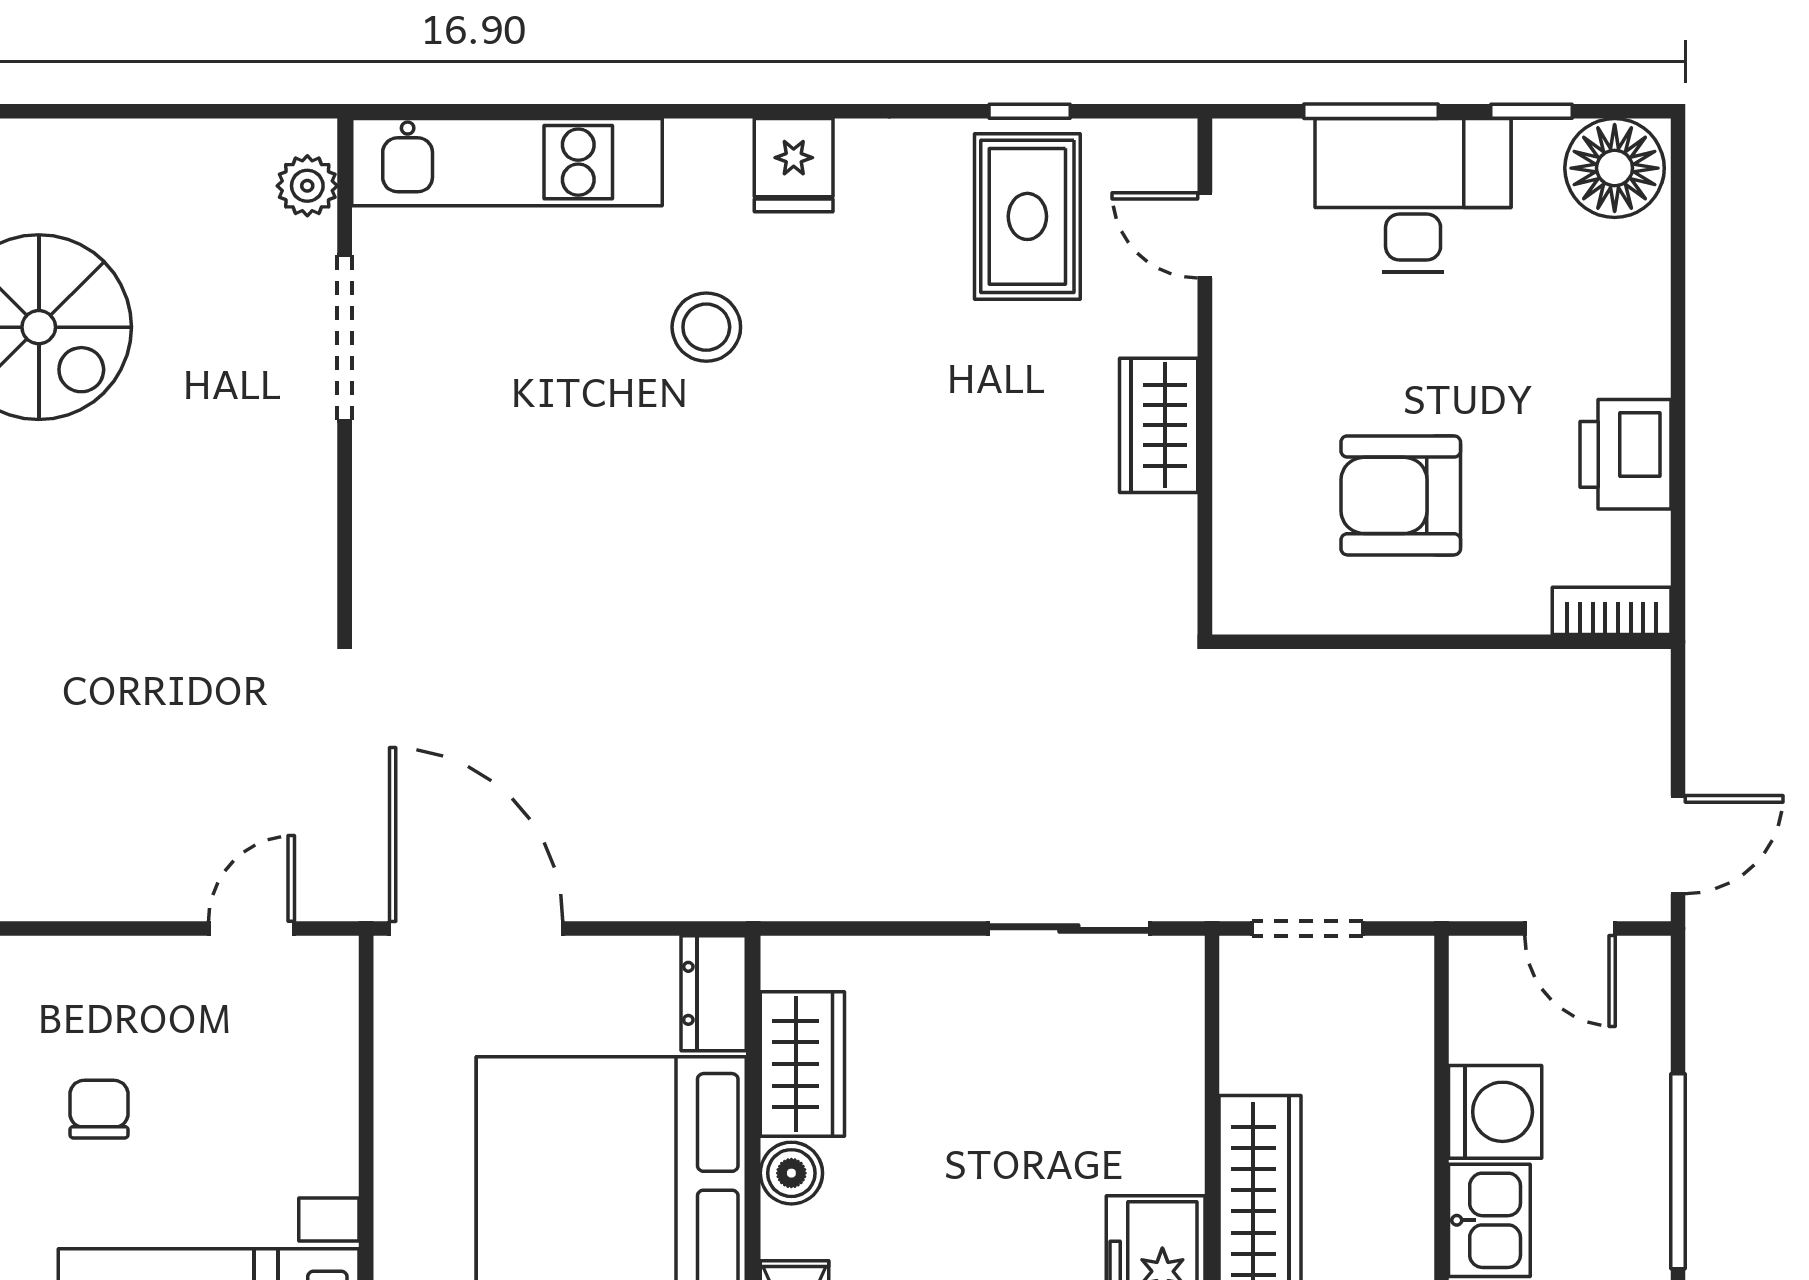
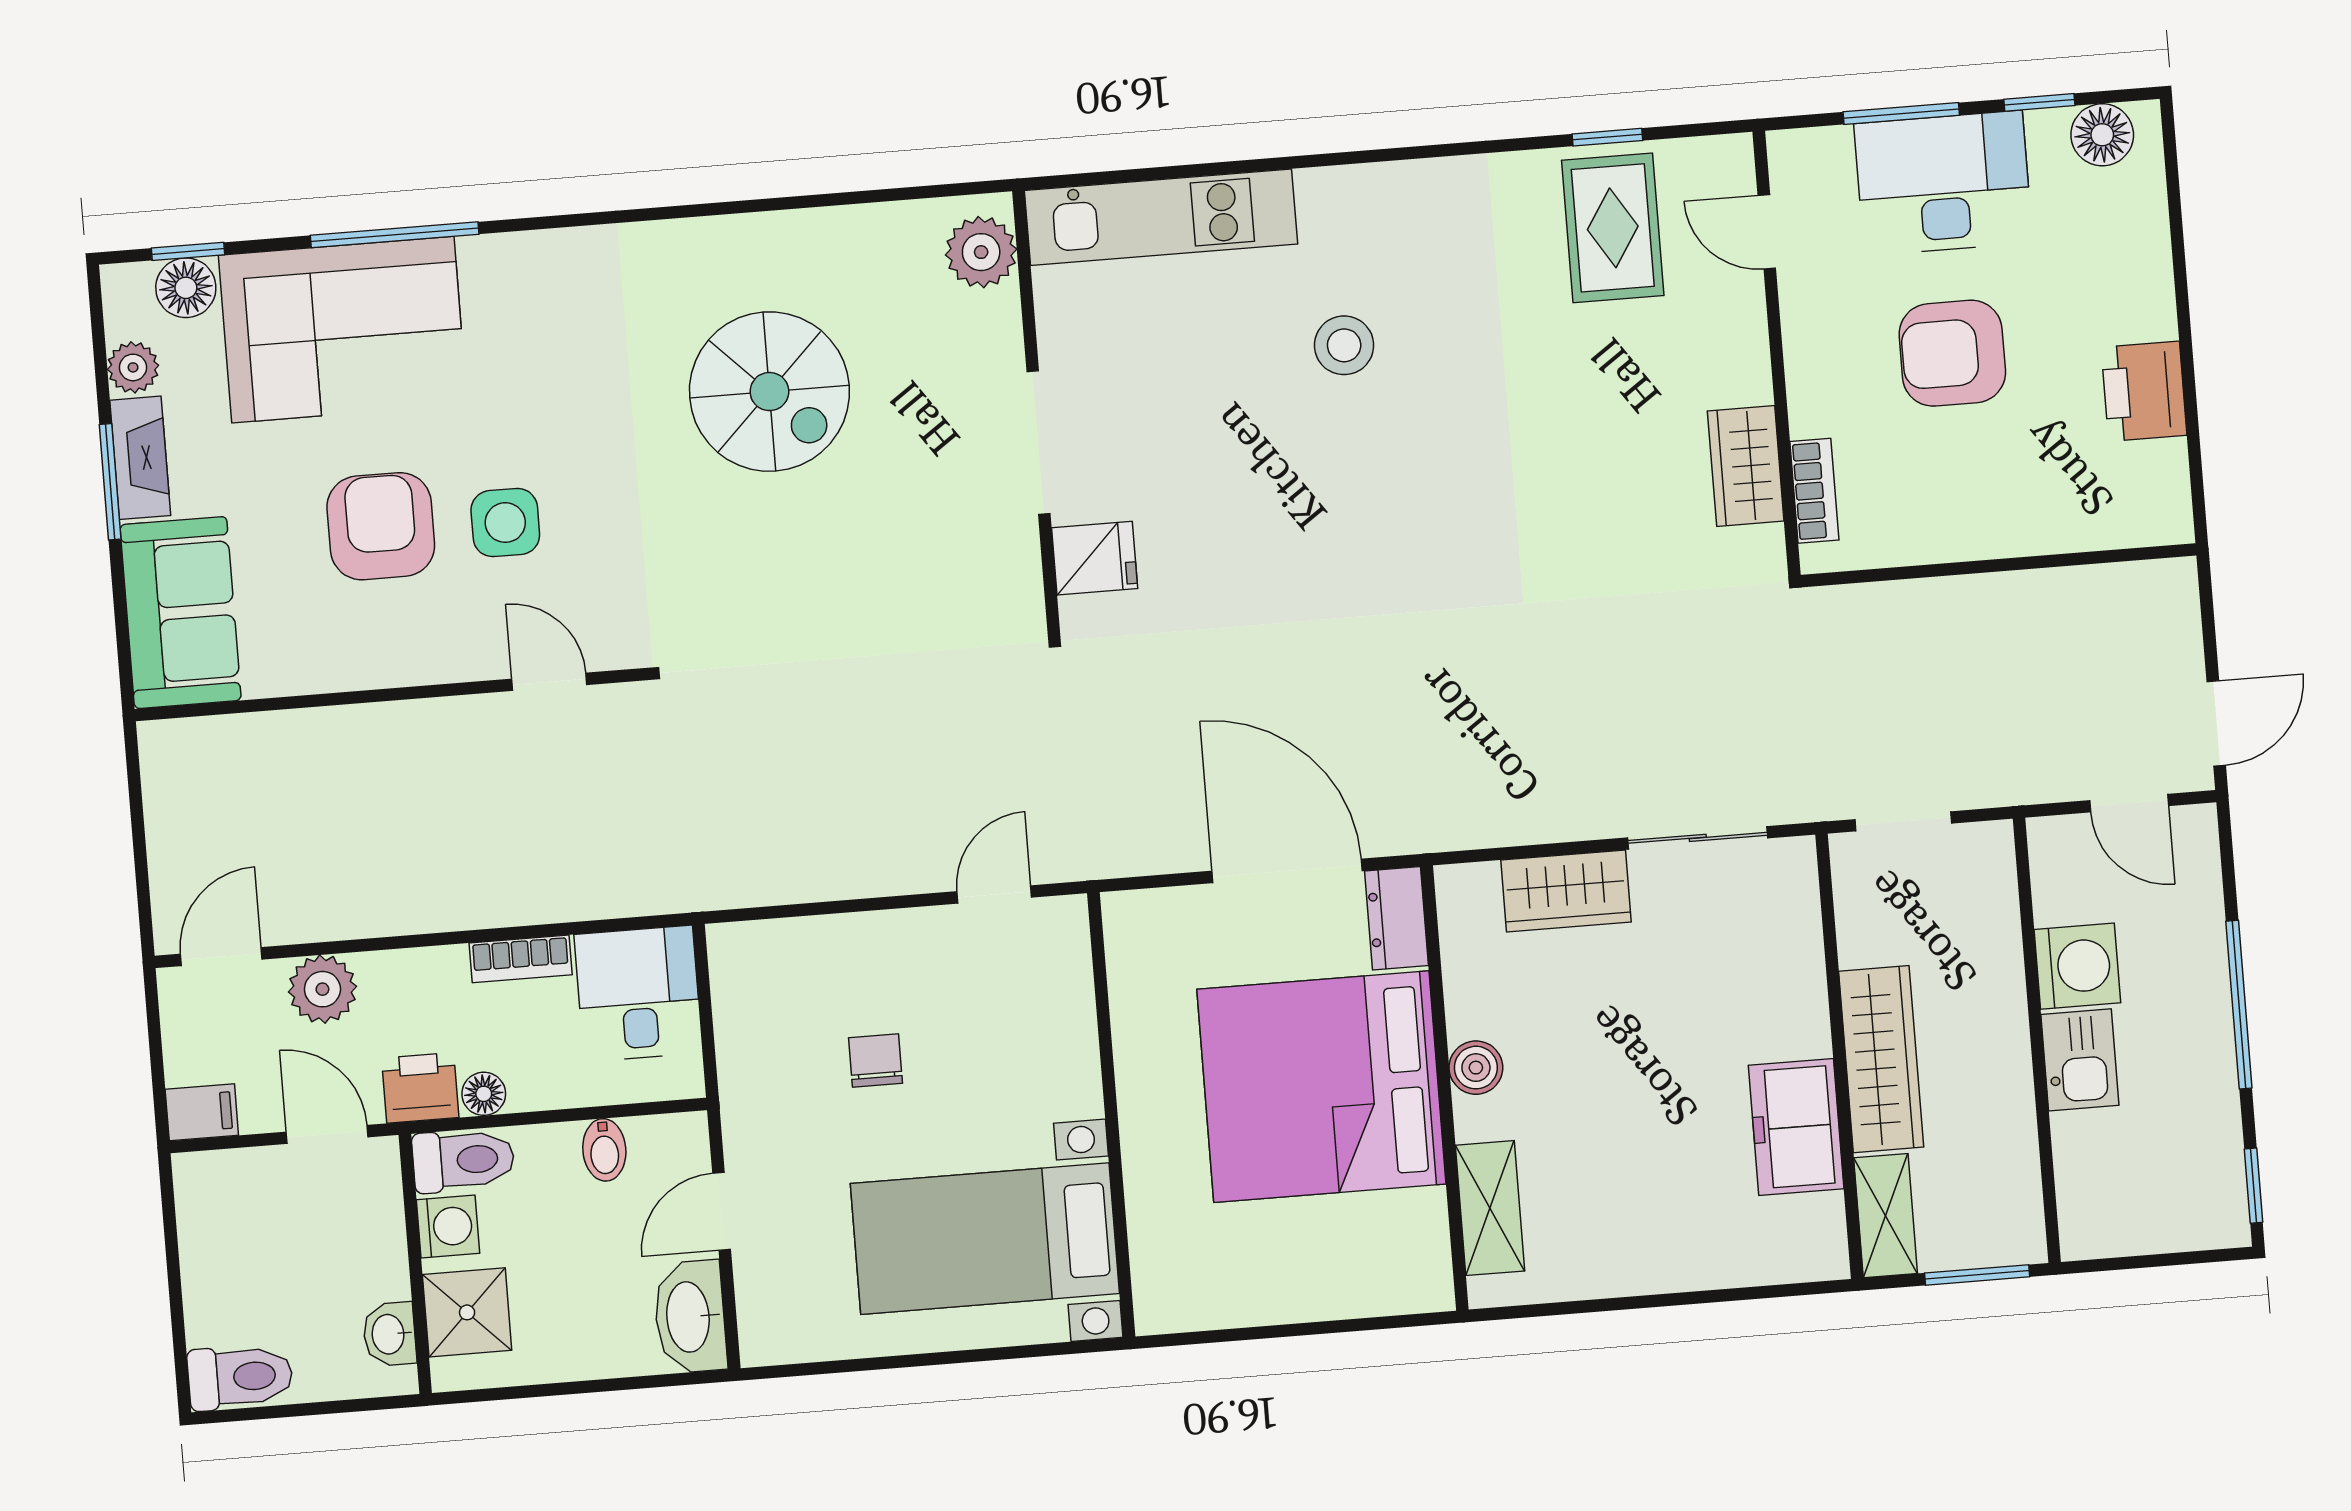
fridge: (794, 165) -> (1095, 558), moved, turned -90
floor lamp: (1615, 168) -> (2102, 135), width x0.73, depth x0.73
plant: (307, 186) -> (981, 252), width x1.38, depth x1.38
doorway: (345, 338) -> (1039, 443), moved
wardrobe: (1159, 425) -> (1746, 466), moved
armchair: (1401, 495) -> (1952, 353), moved
bookcase: (1612, 611) -> (1814, 491), moved, turned 90
door: (476, 929) -> (1287, 871), moved
wardrobe: (802, 1064) -> (1566, 891), moved, turned 90

